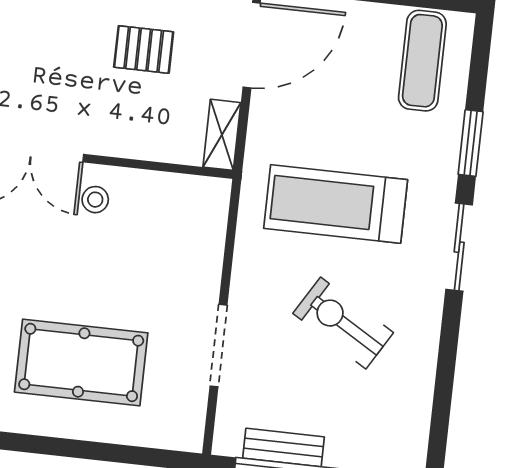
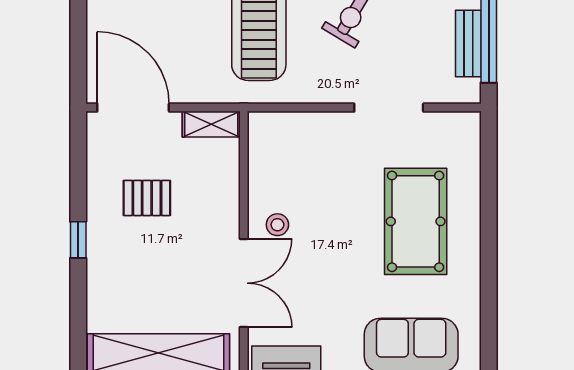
pallet: (144, 50) -> (147, 198), turned 90

